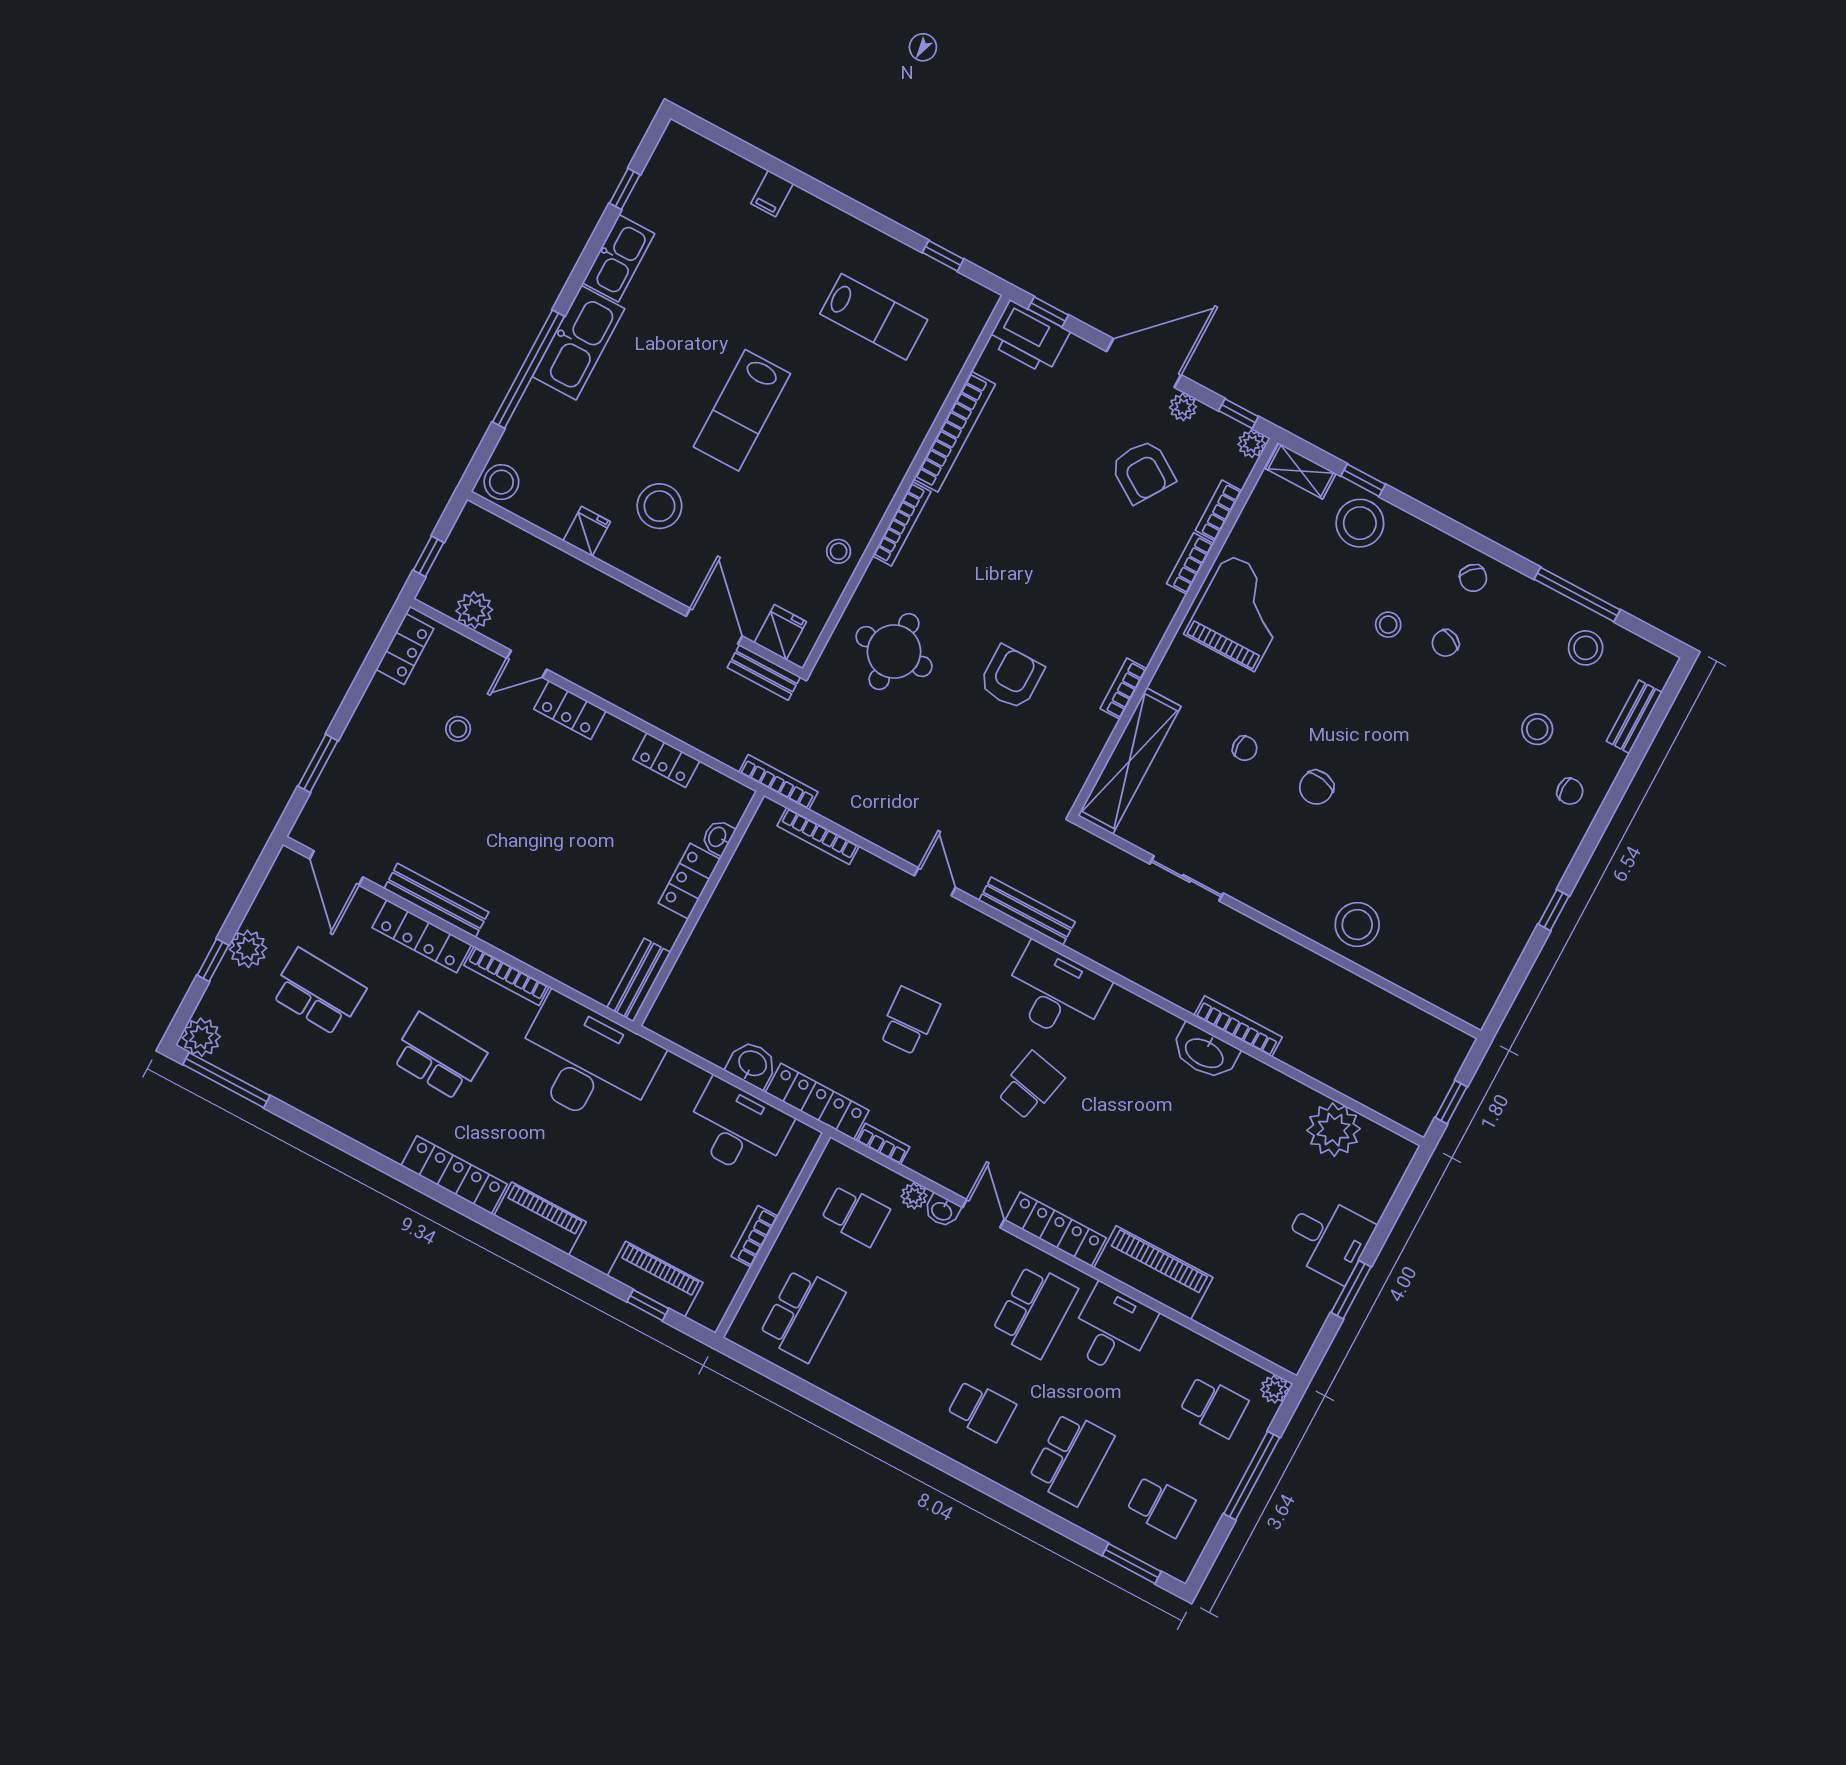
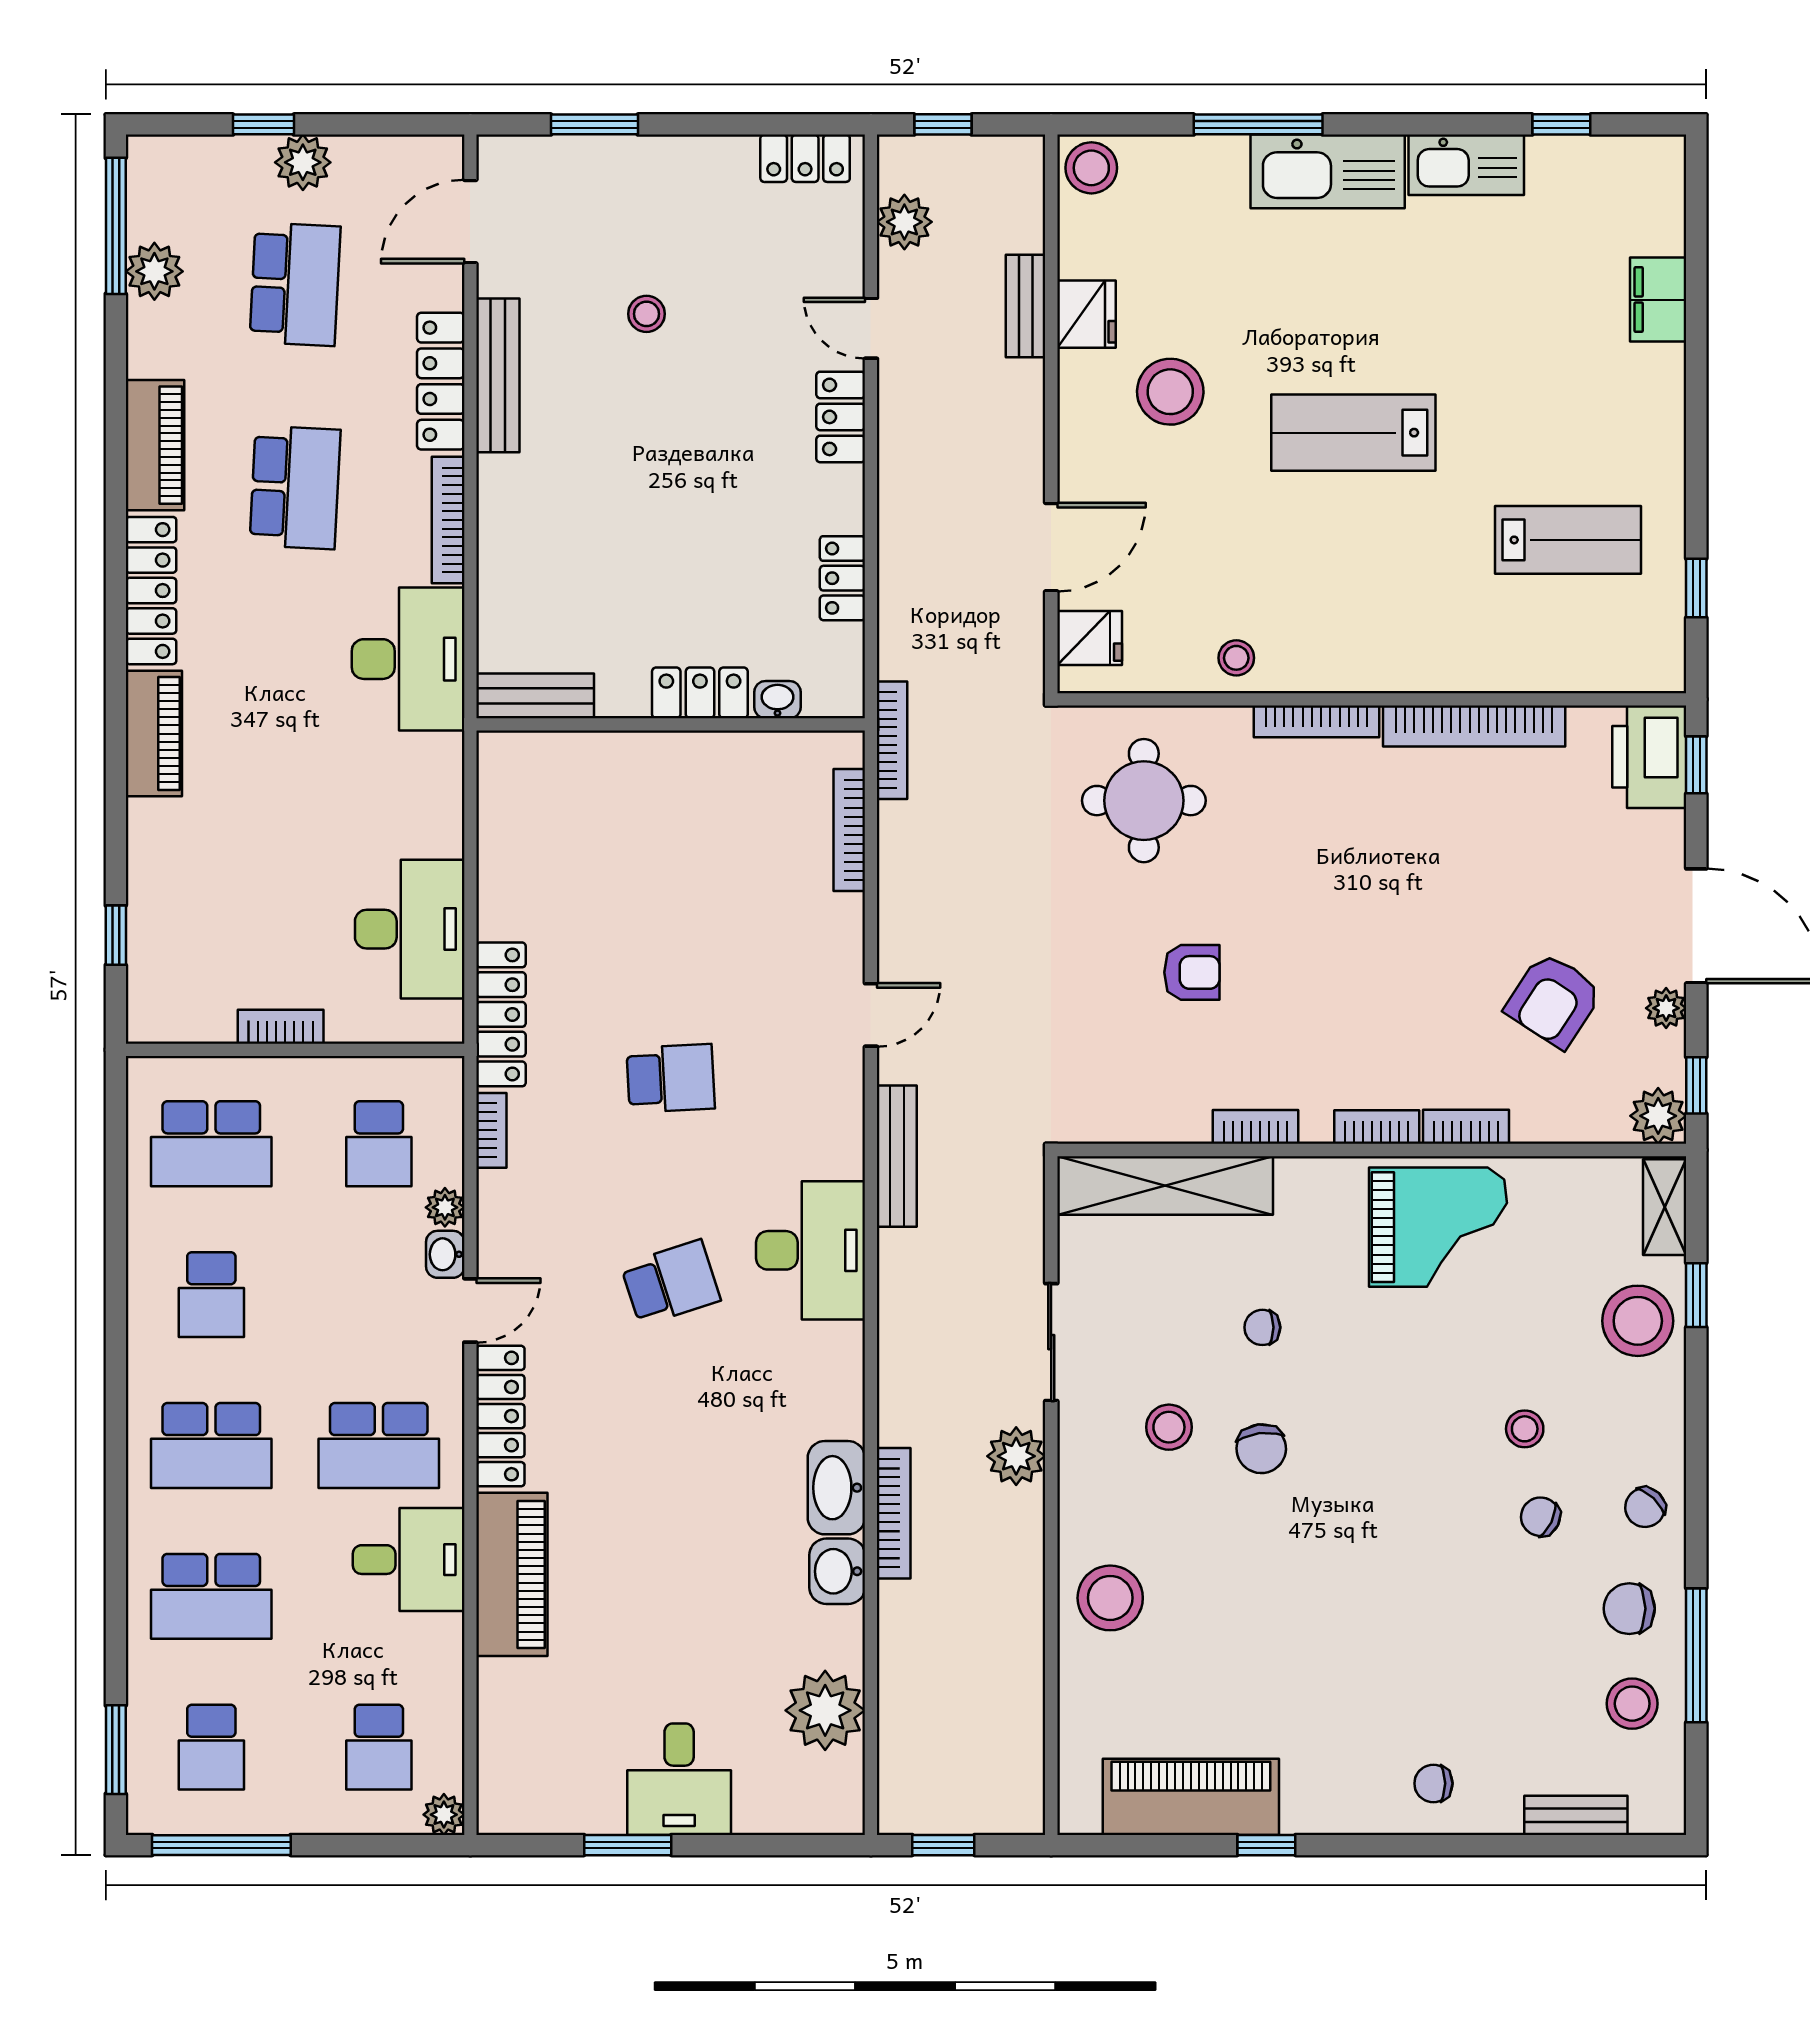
filing cabinet: (772, 194) -> (1658, 300), width x2.00
lab bench: (874, 317) -> (1568, 540), turned -90
window: (529, 369) -> (1258, 124), width x0.68
plant: (1252, 444) -> (1658, 1116), width x1.38, depth x1.38
bookcase: (1219, 511) -> (1377, 1127), moved
fridge: (587, 531) -> (1086, 314), width x1.38
chair: (1528, 619) -> (1629, 1609), added
bench: (764, 672) -> (1026, 306), moved
armchair: (1011, 677) -> (1192, 972), width x0.72, depth x0.72
stool: (458, 729) -> (646, 314), moved
stool: (1537, 729) -> (1169, 1427), moved
chair: (1245, 748) -> (1262, 1327), turned 90
chair: (1316, 787) -> (1261, 1449), turned -107
chair: (1570, 791) -> (1433, 1783), turned 90
plant: (1243, 935) -> (1016, 1456), added
piano: (1501, 940) -> (1191, 1797), added
plant: (201, 1037) -> (154, 271), moved
desk: (587, 1062) -> (408, 659), width x0.73, depth x0.77
washbasin: (752, 1064) -> (837, 1571), moved, turned 180
school desk: (1030, 1086) -> (671, 1283), turned -30
piano: (655, 1279) -> (155, 445), moved
school desk: (892, 1362) -> (211, 1295), added
school desk: (981, 1410) -> (211, 1445), width x1.85
window: (1252, 1476) -> (221, 1845), moved

